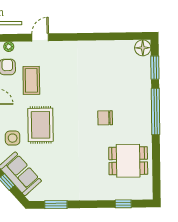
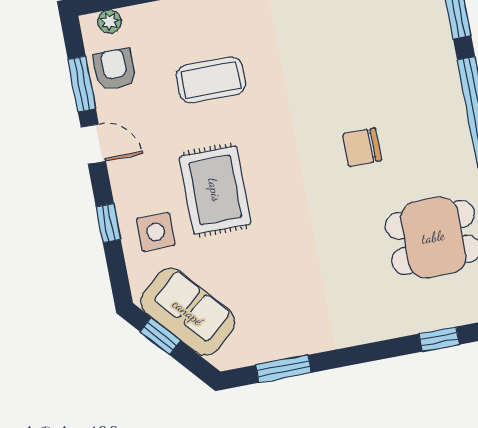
coffee table: (31, 80) -> (211, 80), moved, turned 90

